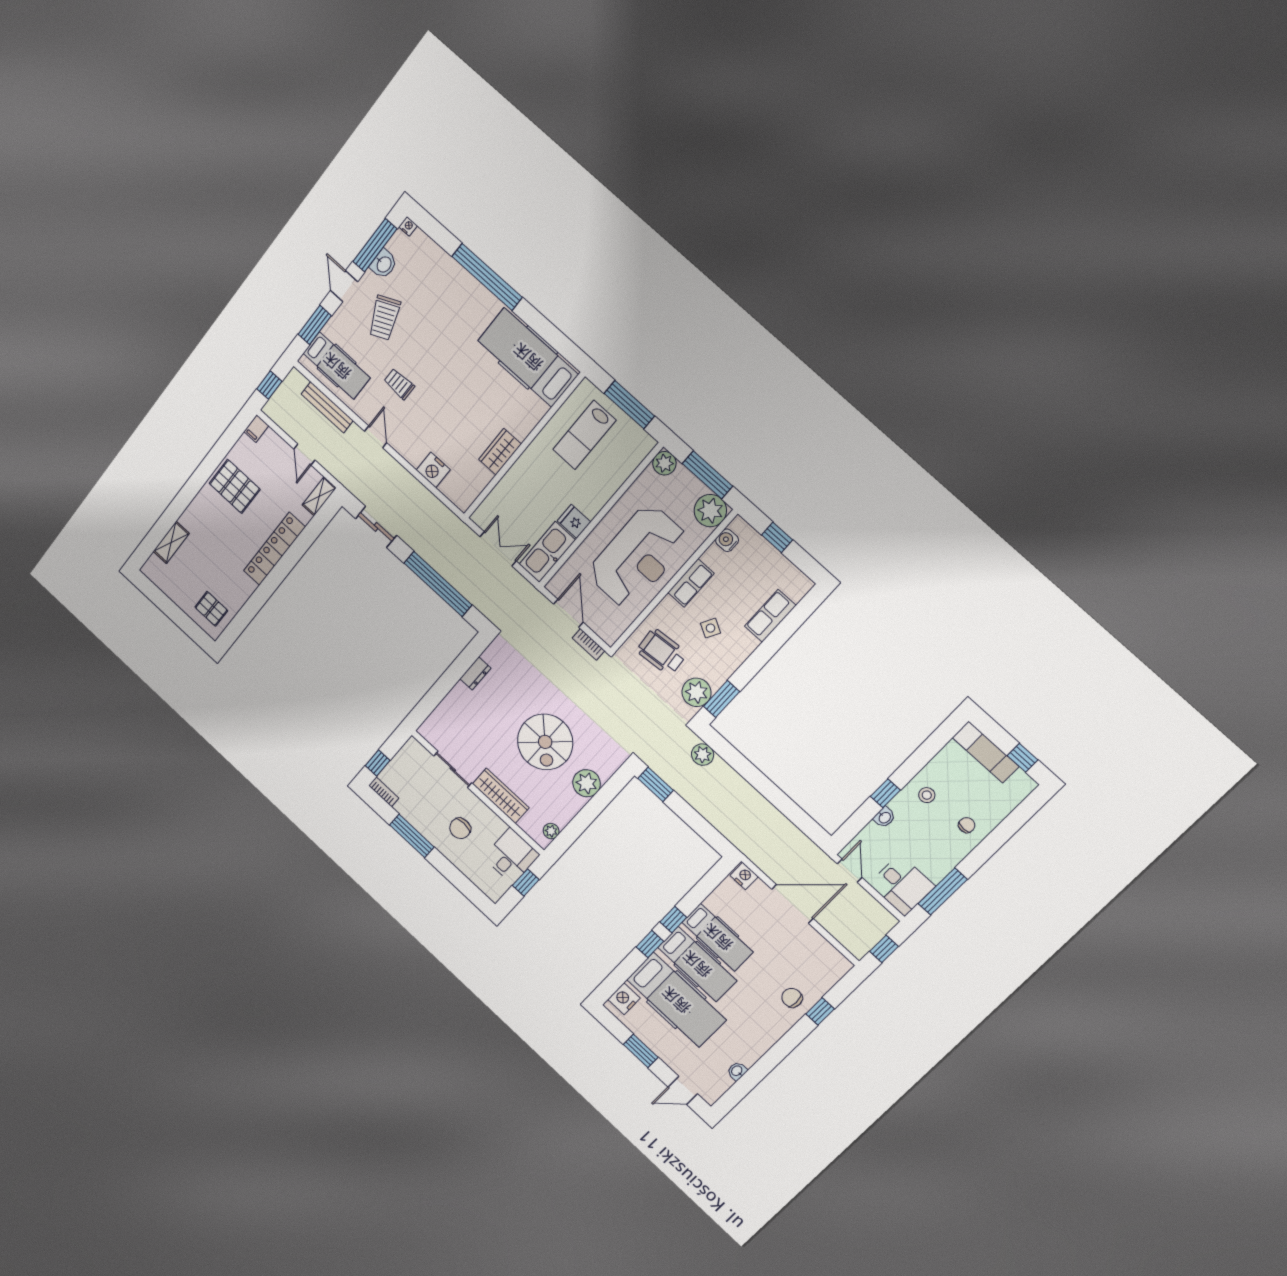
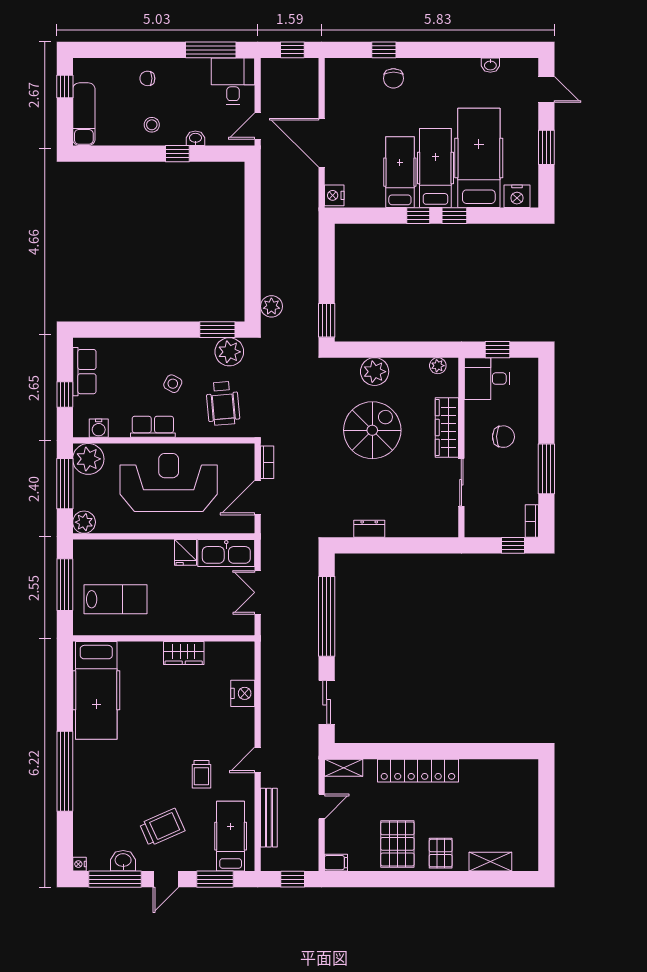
pallet: (211, 609) -> (441, 853), moved
row of seats: (770, 616) -> (84, 372), moved, turned -90

